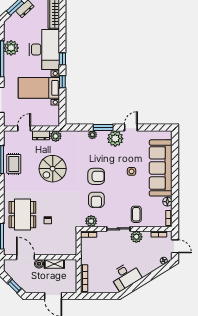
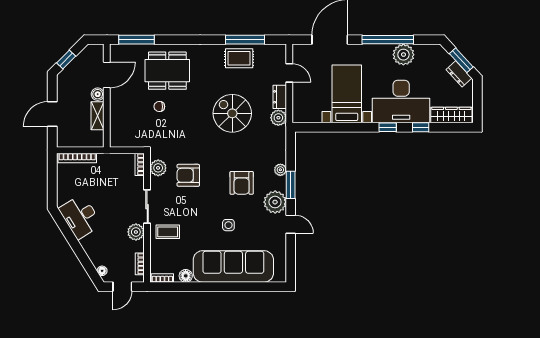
window: (62, 82) -> (421, 127), moved
armchair: (96, 176) -> (242, 183), moved

